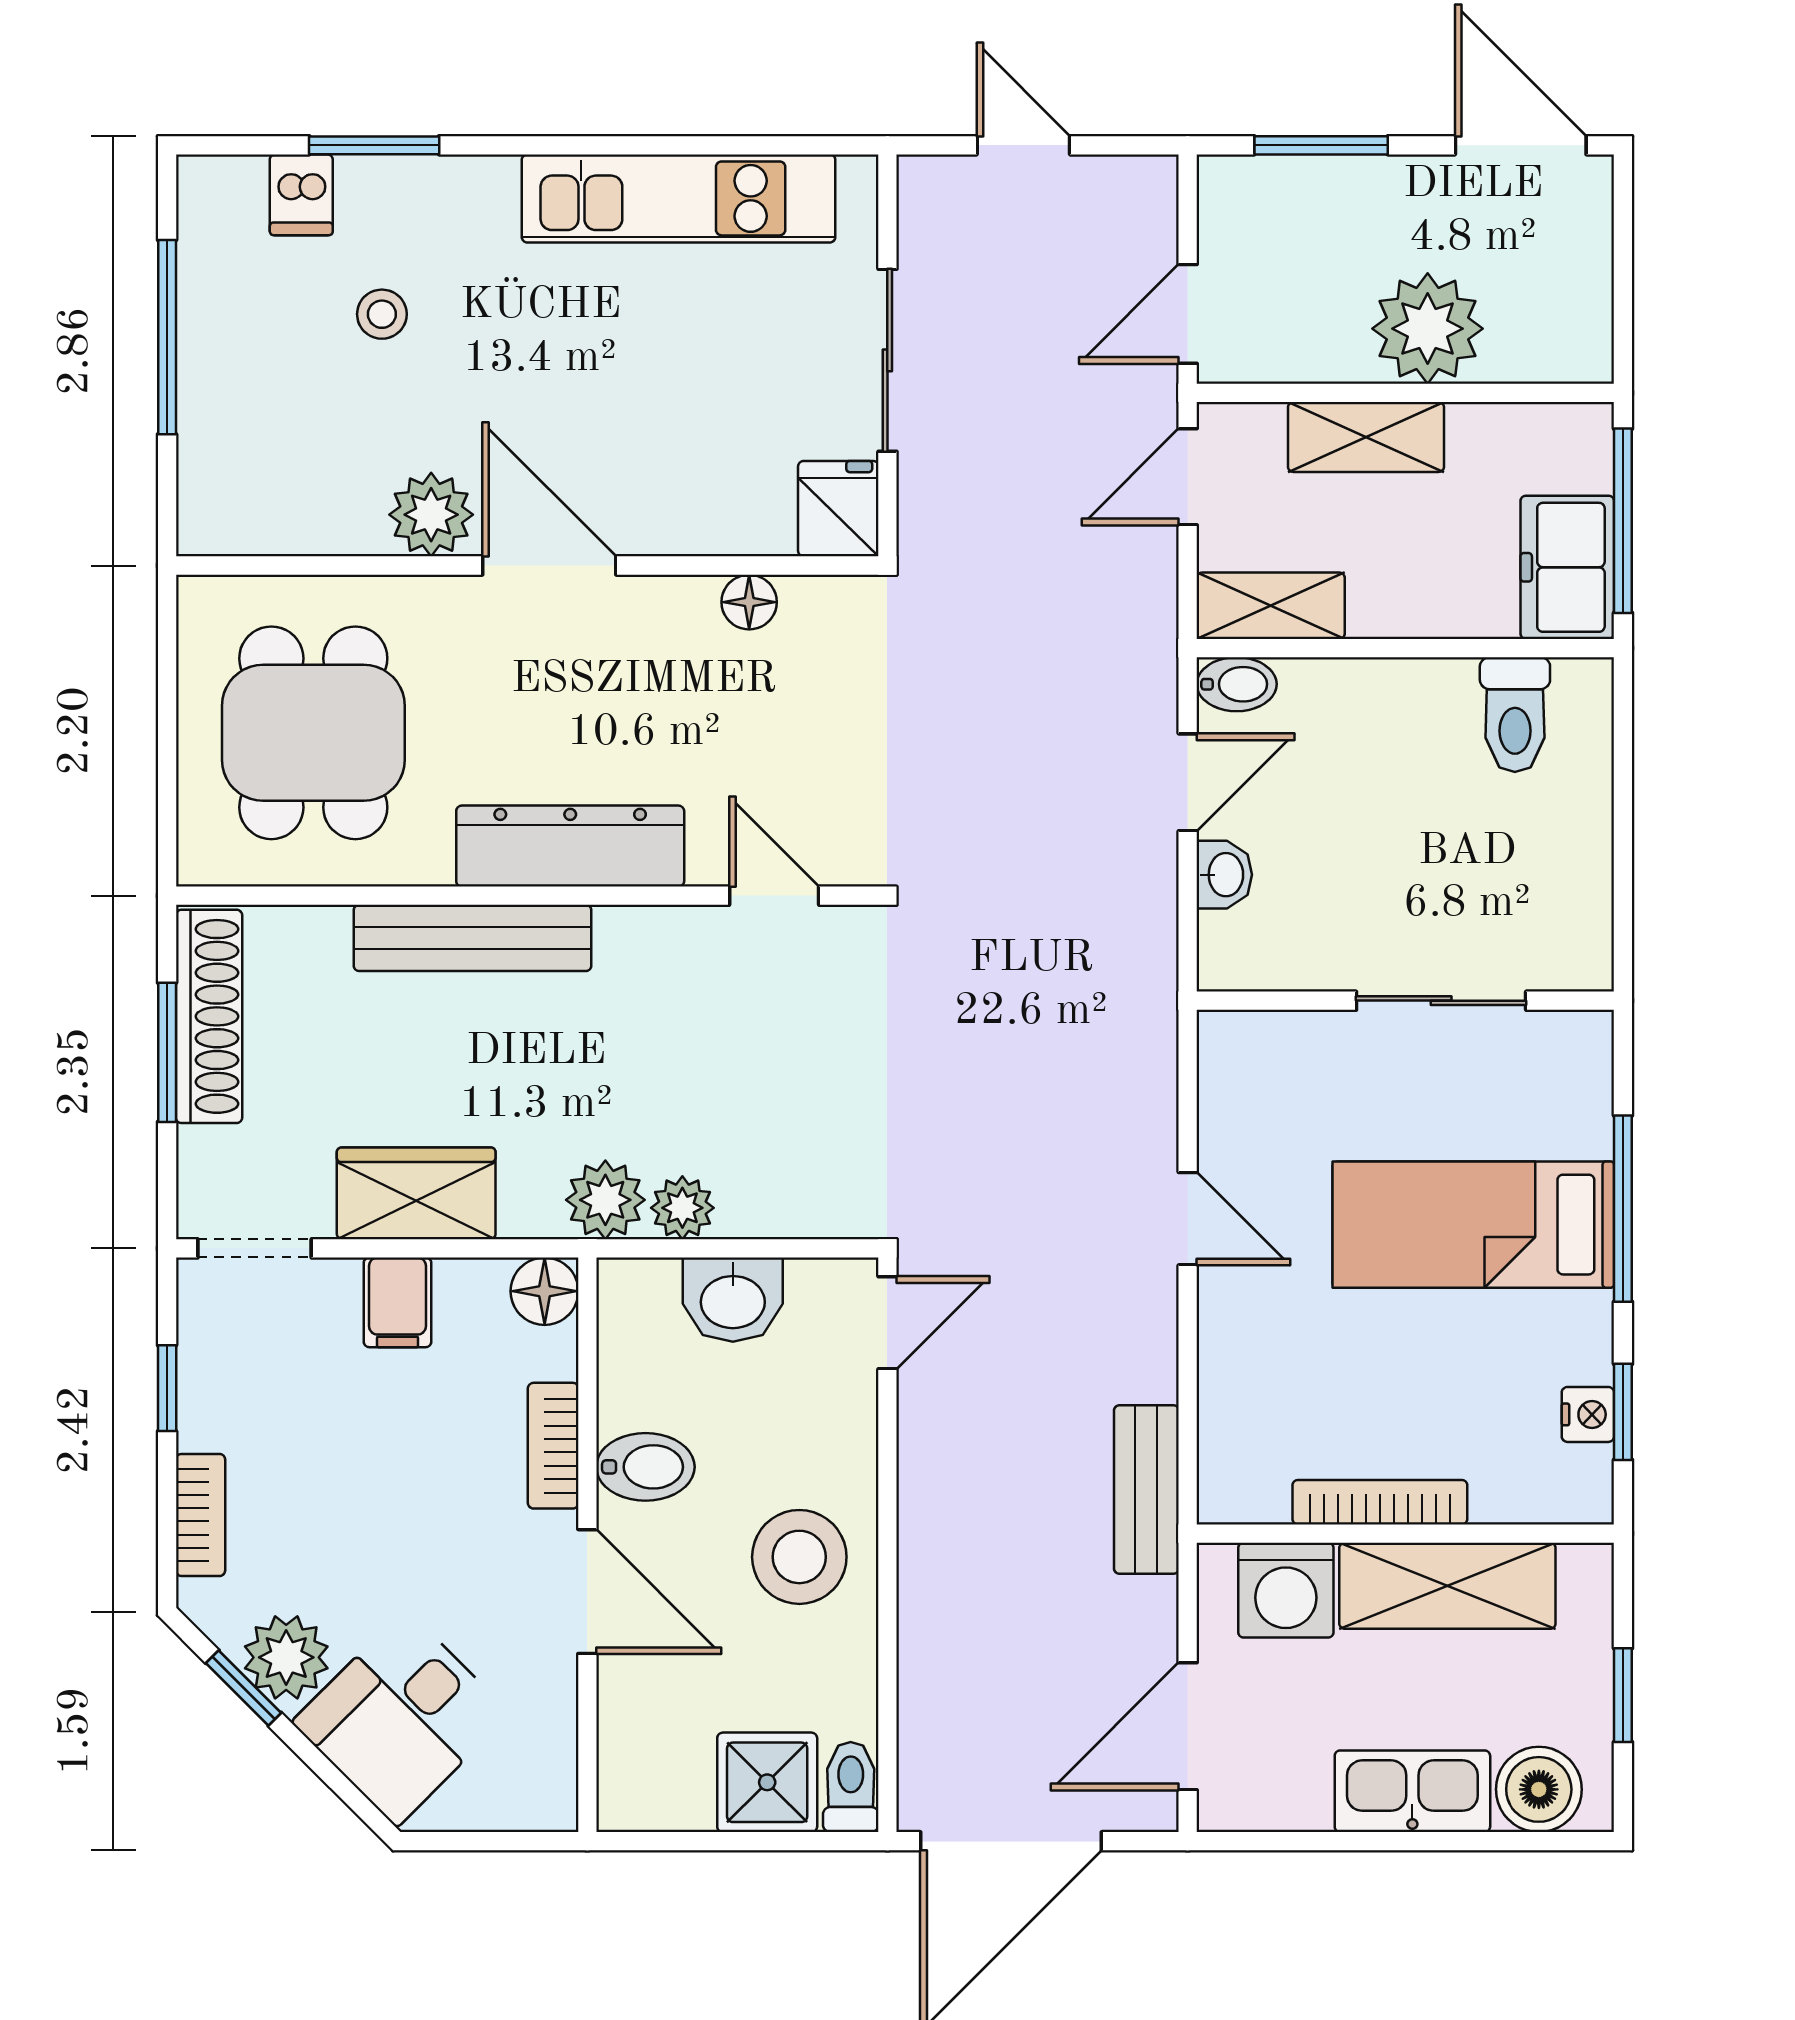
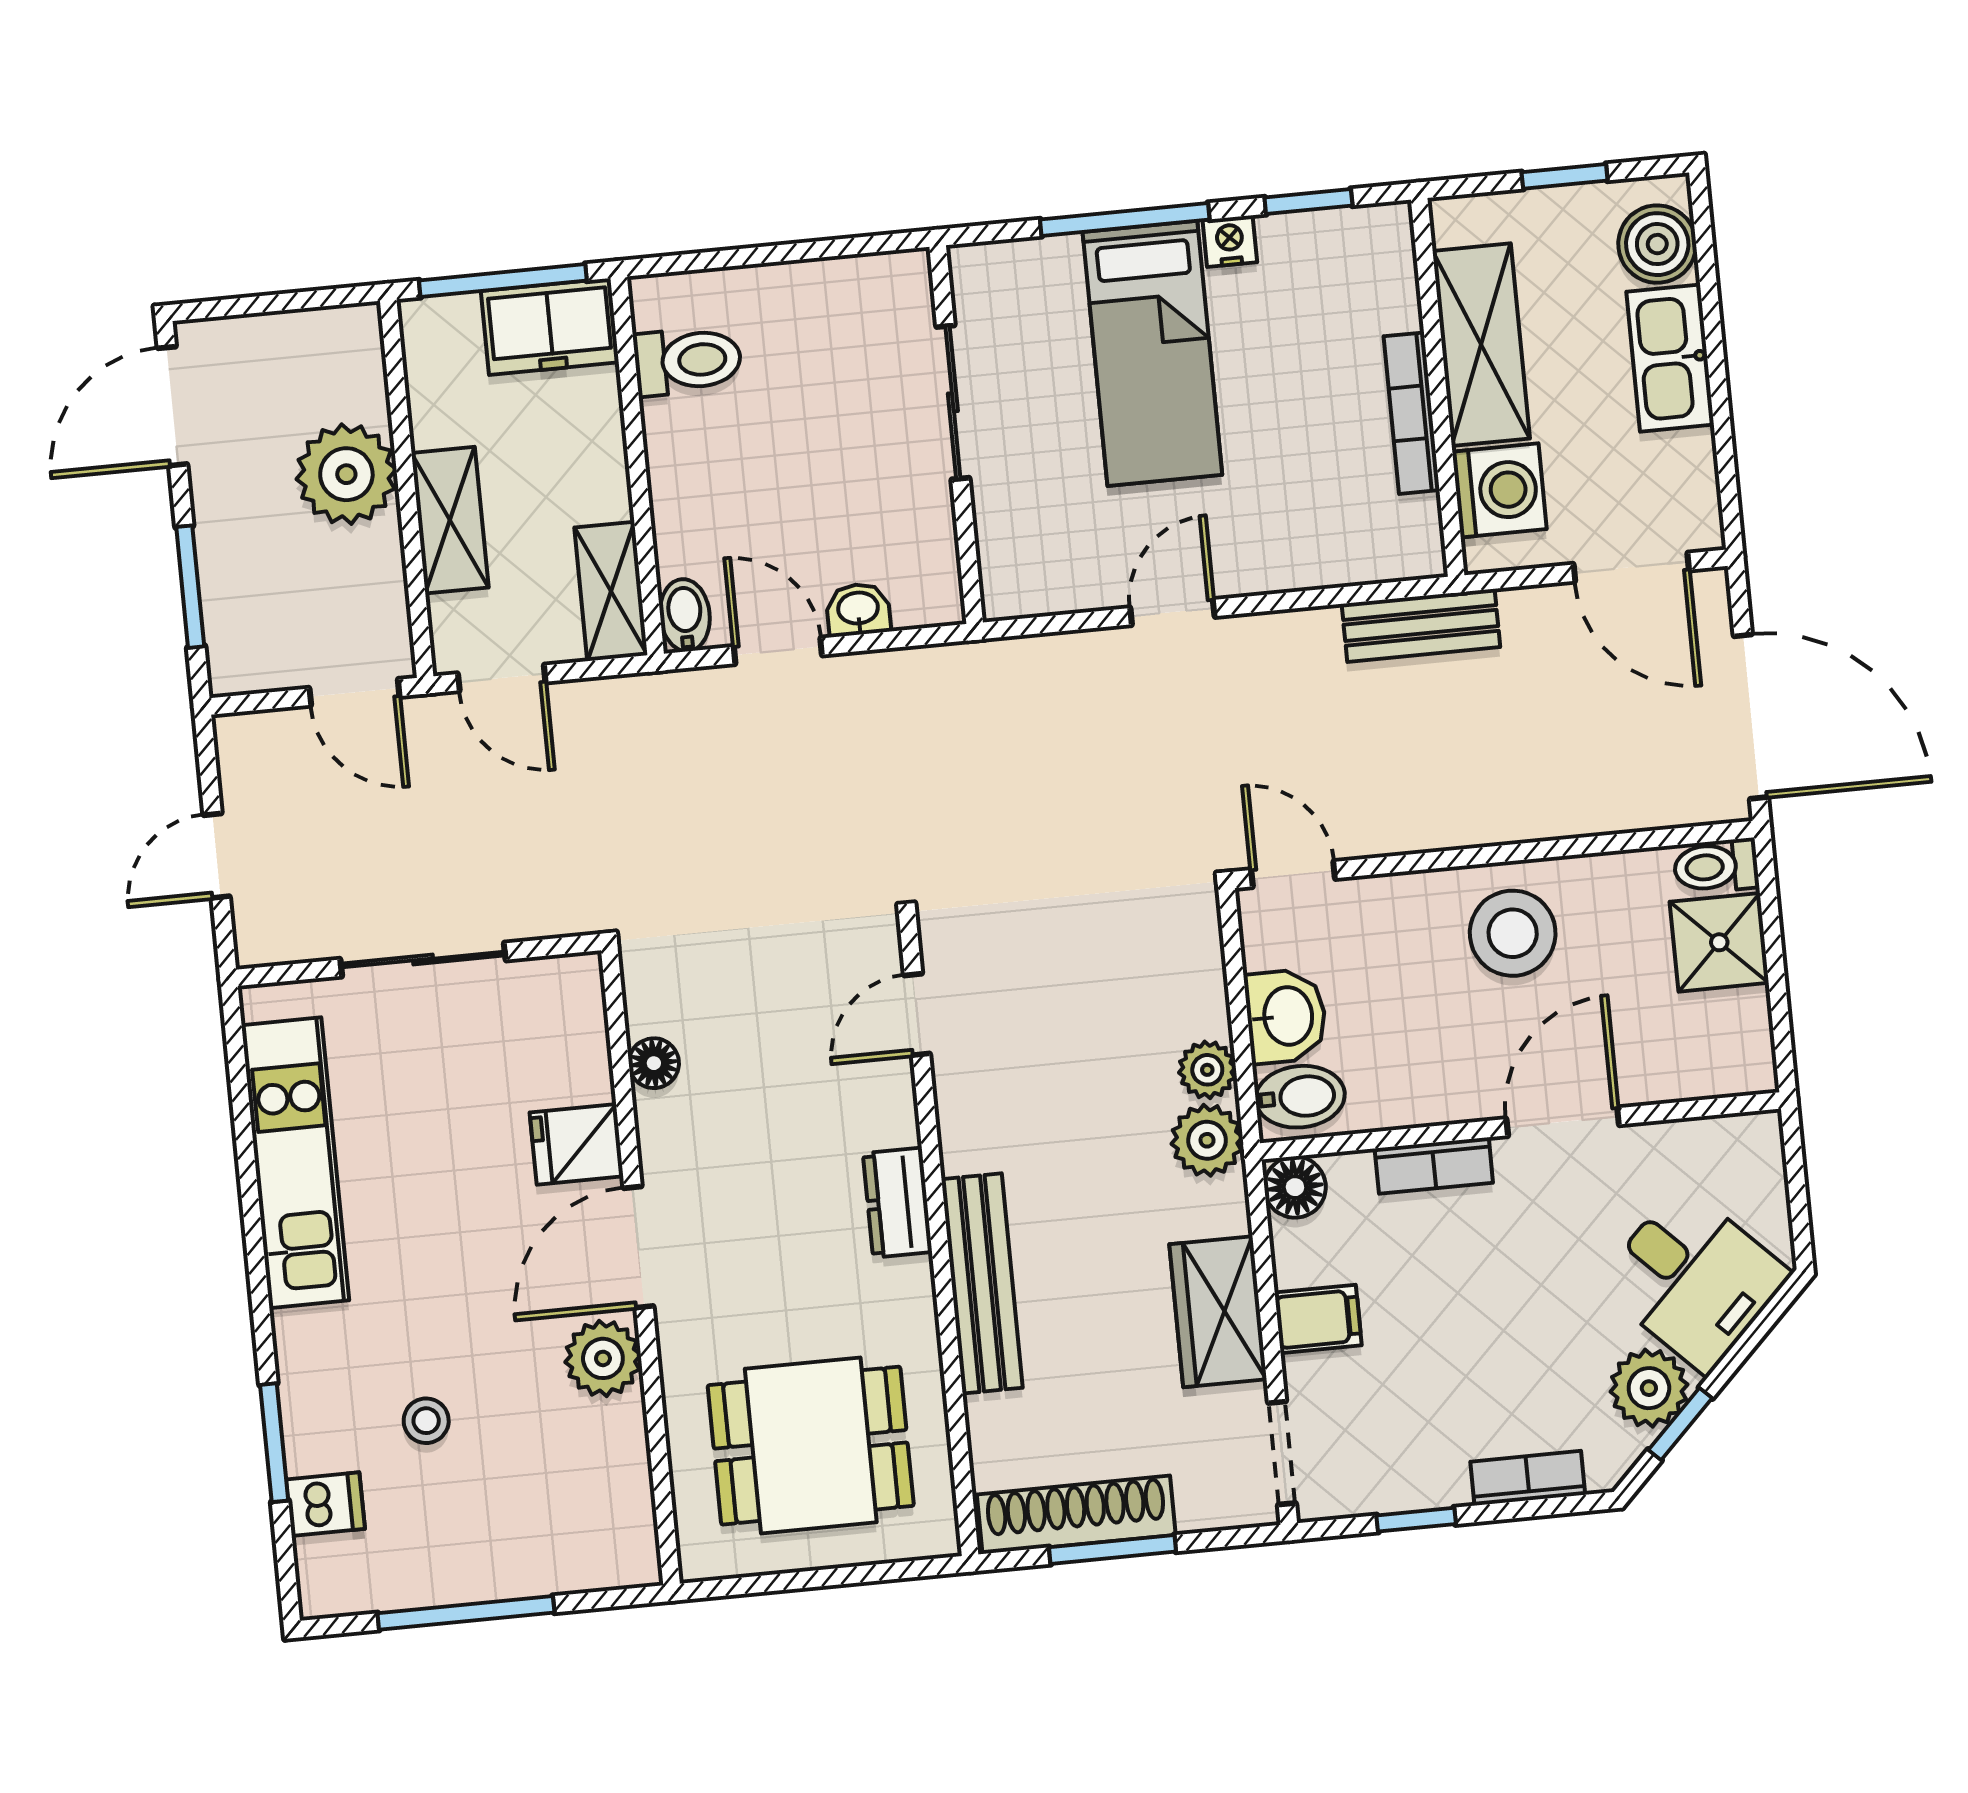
fridge: (838, 509) -> (577, 1144), moved
dresser: (570, 846) -> (898, 1203), width x0.51, depth x0.80
nightstand: (1588, 1414) -> (1230, 241), moved
bidet: (645, 1467) -> (1300, 1097), moved, turned 90

